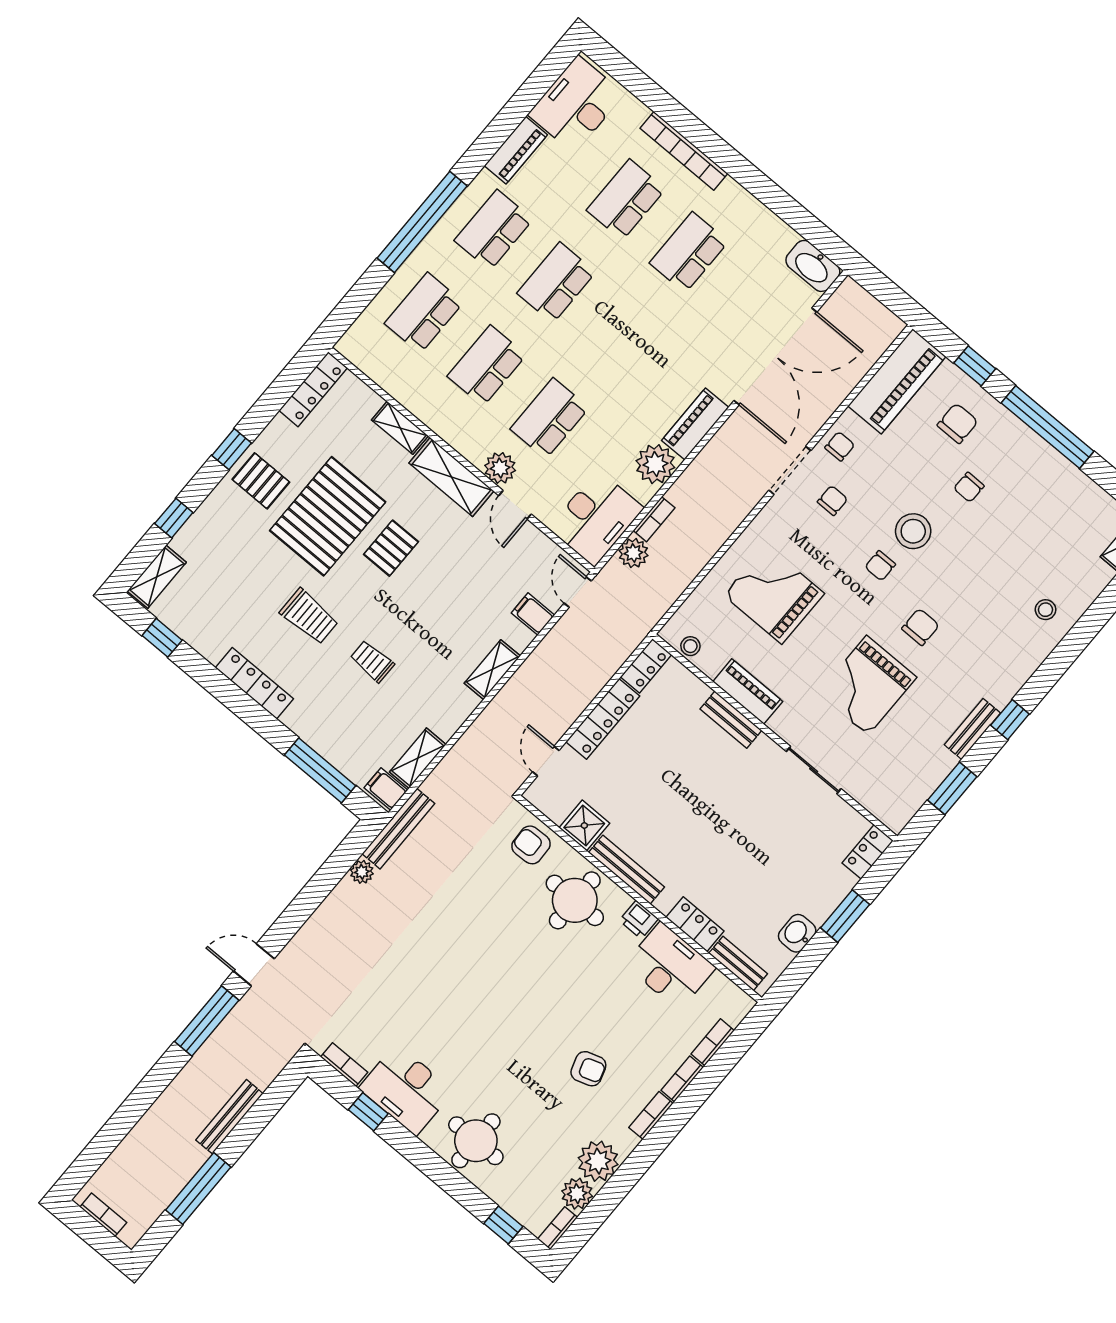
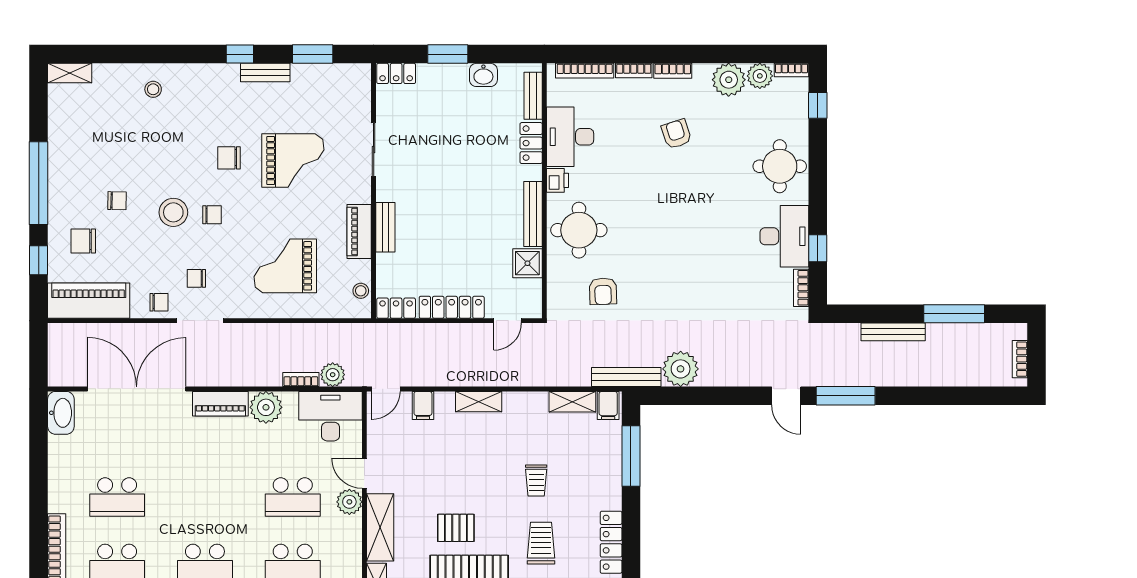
chair: (840, 446) -> (159, 302), turned 180
door: (515, 505) -> (364, 473), swing flipped
grand piano: (774, 594) -> (285, 266), turned 90
armchair: (531, 845) -> (603, 291), moved
plant: (362, 872) -> (681, 369), width x1.88, depth x1.88
bookcase: (713, 1042) -> (585, 71), width x1.56

